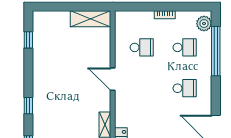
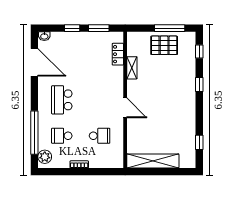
shelving: (90, 19) -> (153, 161), width x1.47
school desk: (142, 47) -> (100, 136), turned 180
school desk: (185, 88) -> (62, 100), width x1.85

